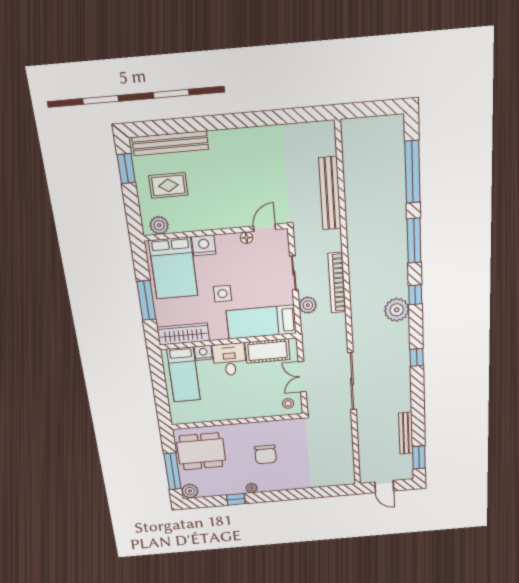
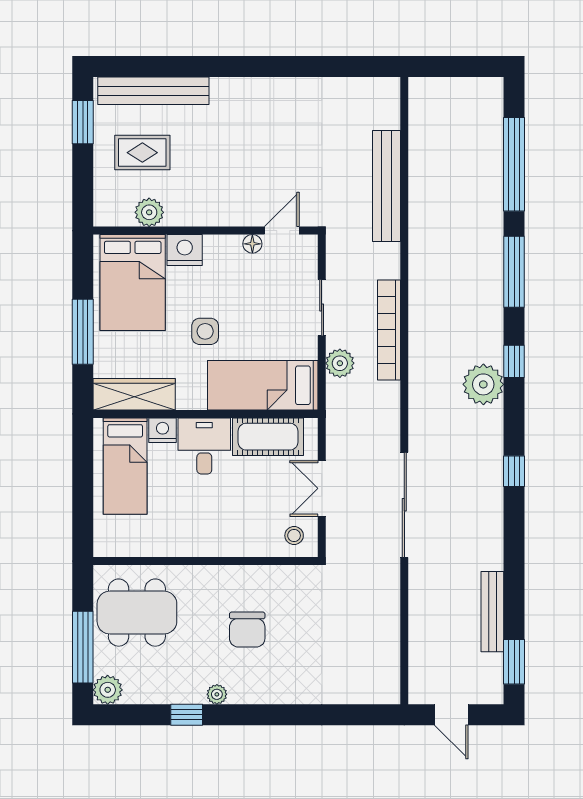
plant: (159, 225) -> (149, 212), moved

